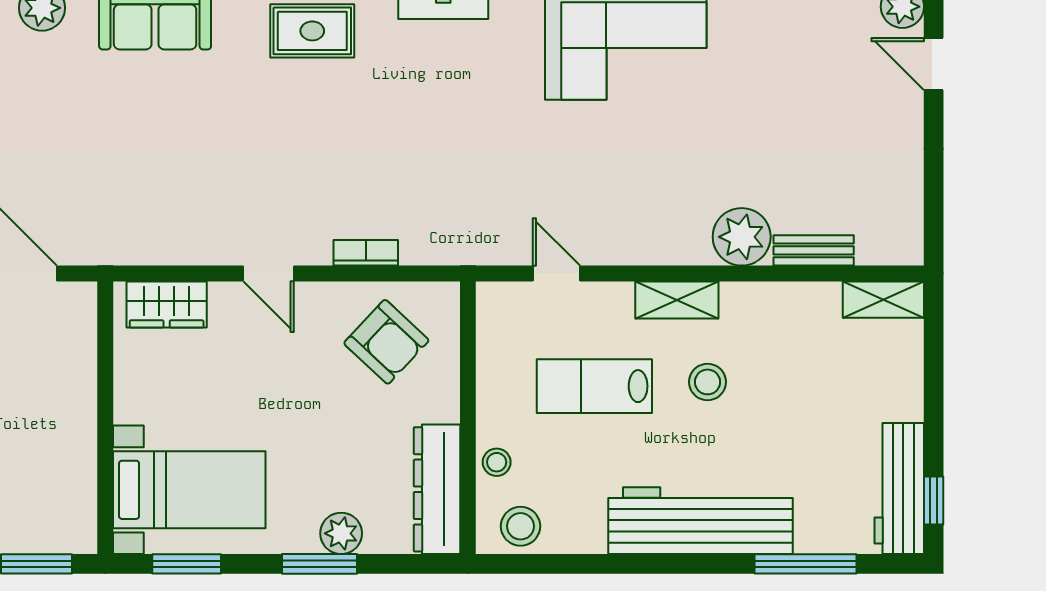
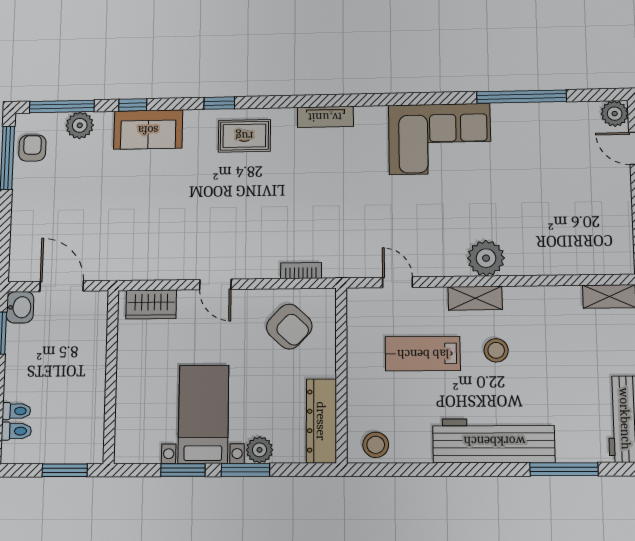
plant: (742, 237) -> (486, 258), moved
bench: (814, 250) -> (563, 266), removed
bookcase: (366, 253) -> (301, 271), moved
stool: (497, 462) -> (360, 403), removed
bed with nightstands: (189, 490) -> (203, 414), moved, turned -90
window: (187, 564) -> (183, 470), moved

